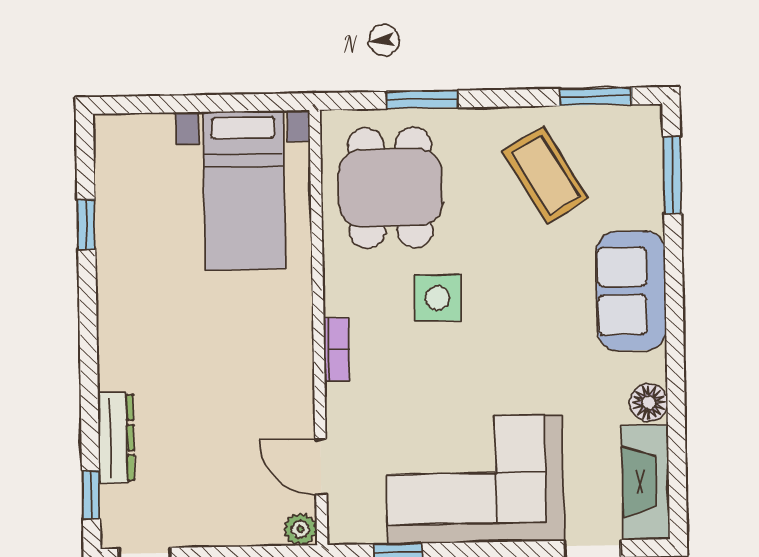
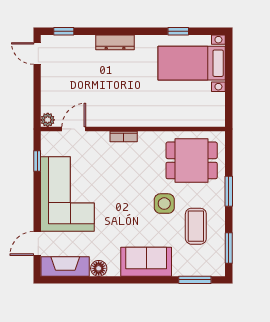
window: (422, 100) -> (229, 191), moved
coffee table: (545, 175) -> (196, 226), turned -59
bed with nightstands: (244, 190) -> (192, 63), moved
side table: (438, 298) -> (164, 204), moved
dresser: (116, 438) -> (115, 42), moved

